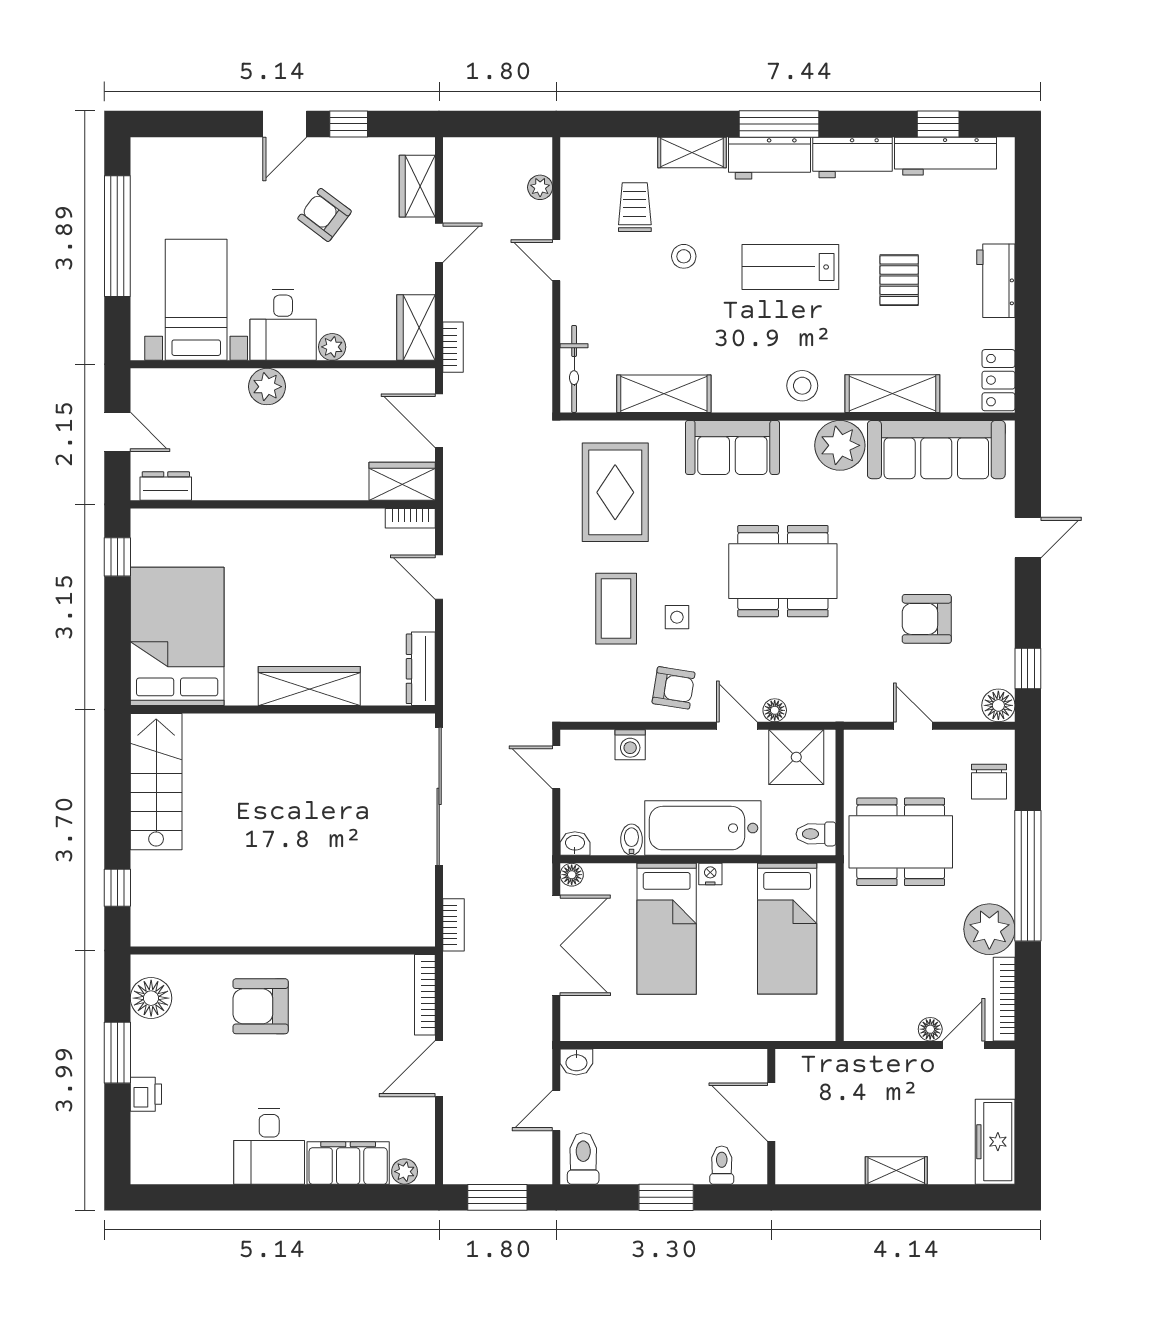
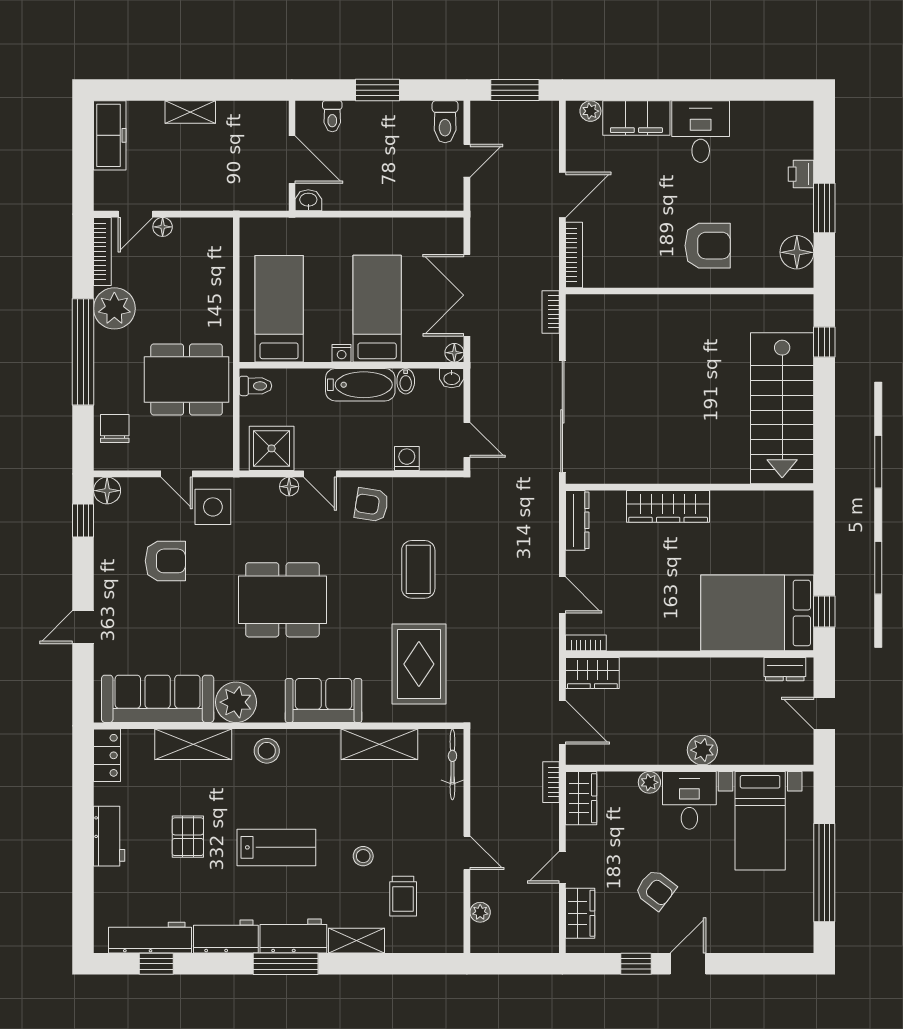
side table: (677, 617) -> (213, 507), moved, width x1.87, depth x1.87
bed: (177, 636) -> (757, 613), moved, turned 90
stairs: (156, 782) -> (782, 408), width x1.36, depth x1.51
bathtub: (703, 828) -> (360, 385), width x0.73, depth x0.73
washbasin: (576, 1062) -> (308, 200), moved

